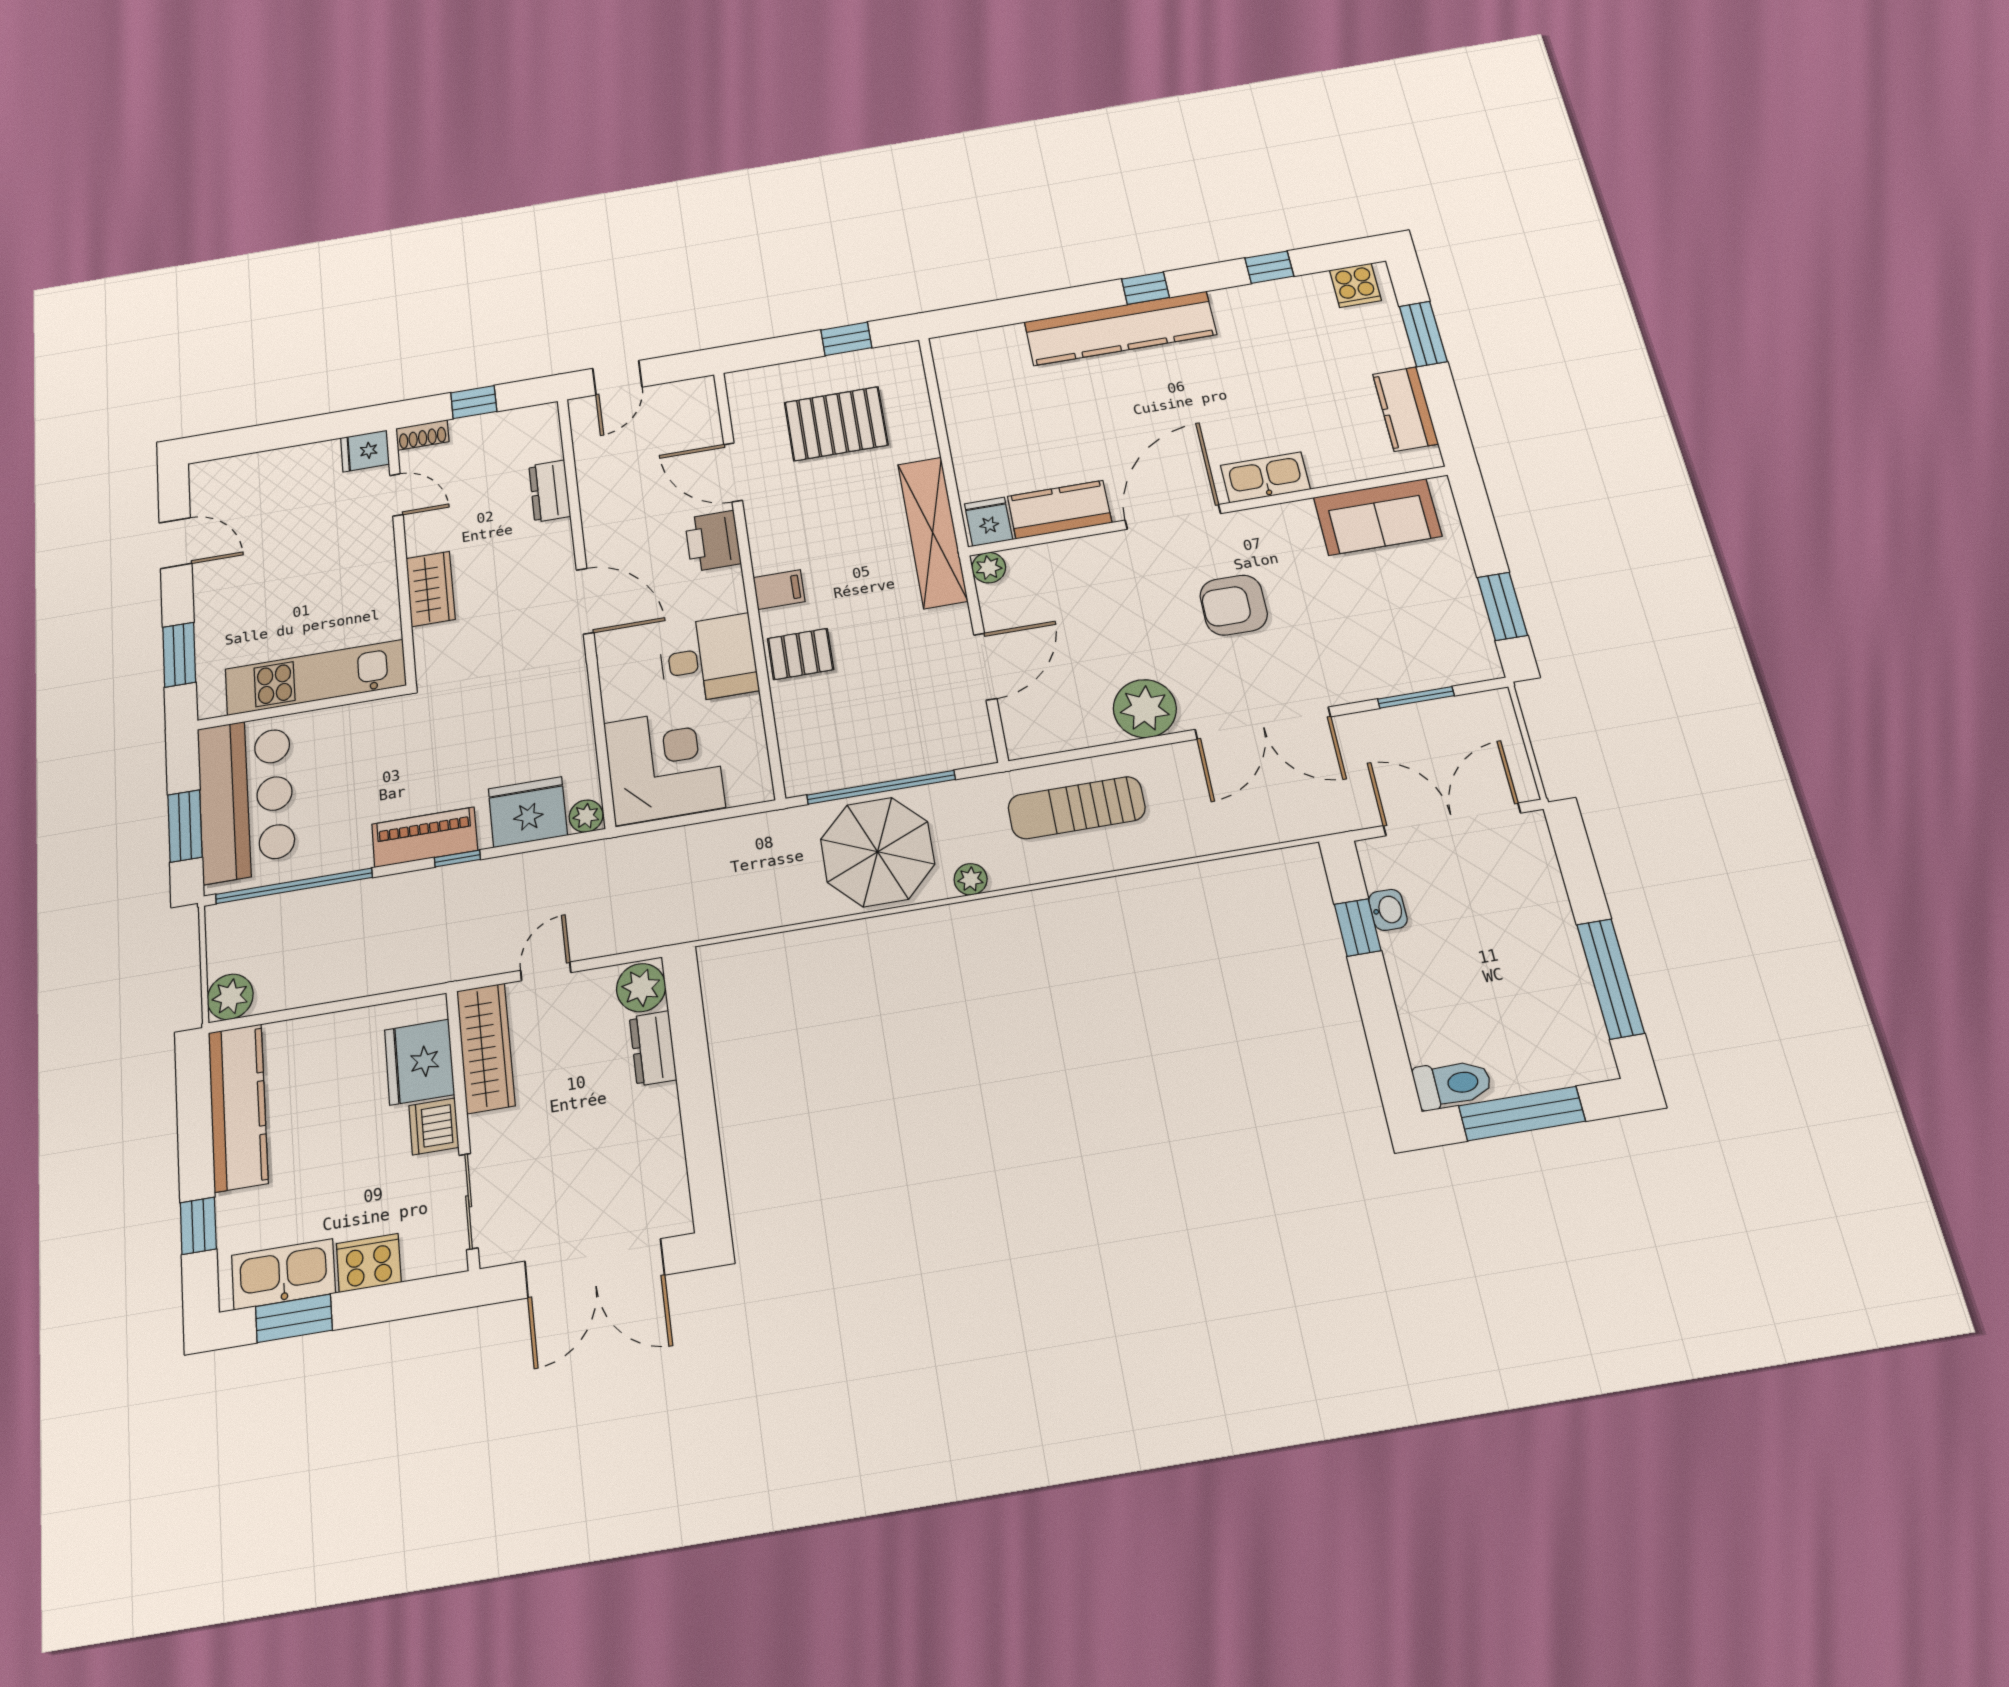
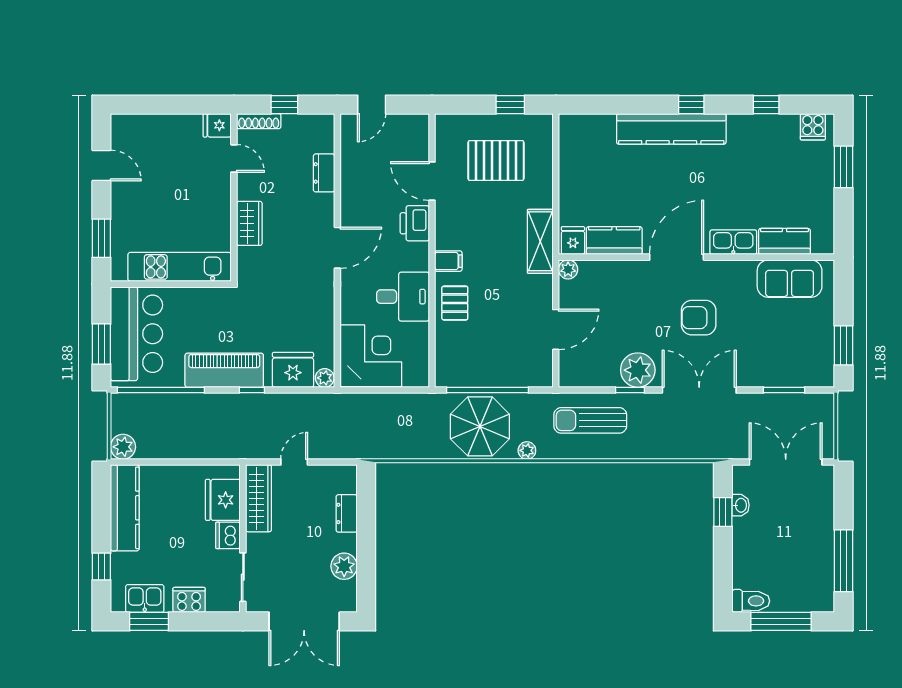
kitchen counter: (1406, 409) -> (784, 241), moved, turned 90
shoe rack: (422, 435) -> (259, 121), width x1.43
shelving: (933, 532) -> (540, 241), width x0.68
door: (585, 601) -> (337, 248), hinge flipped
pallet: (800, 654) -> (455, 303), turned 90
double door: (1263, 723) -> (699, 390), swing flipped
window: (1138, 744) -> (630, 390), added
piano: (425, 837) -> (224, 370), width x1.37, depth x1.33
plant: (641, 988) -> (344, 566), moved
kitchen sink: (283, 1274) -> (145, 599), width x0.73

